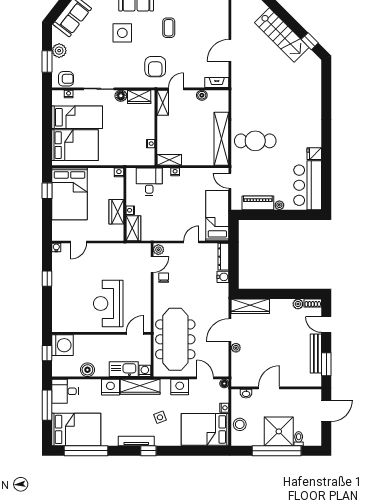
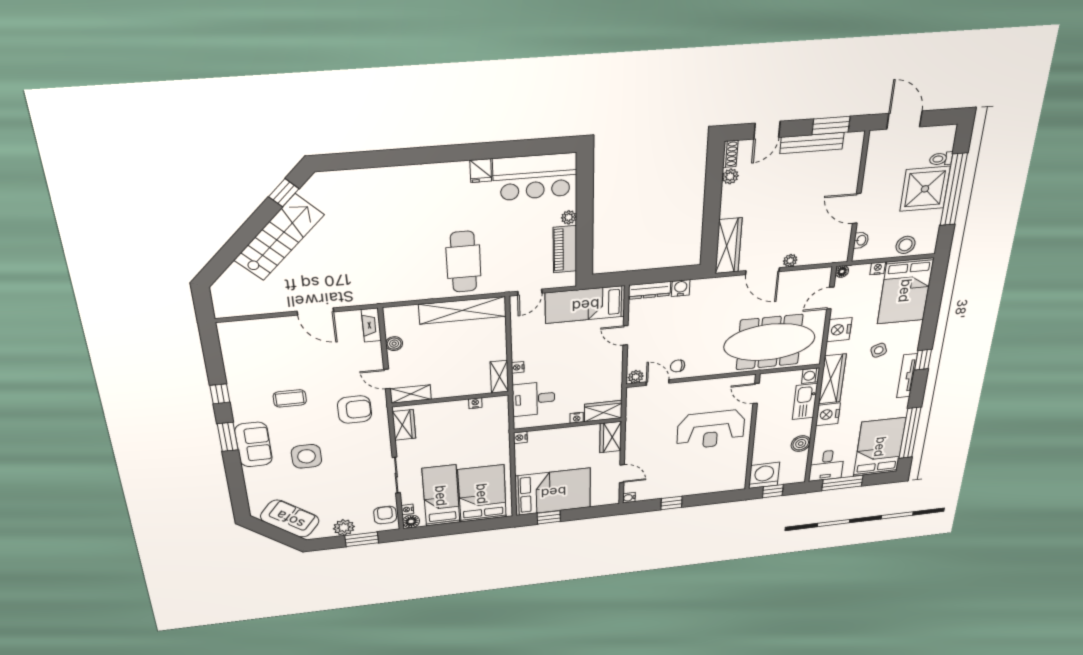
floor lamp: (121, 96) -> (411, 521), moved
wardrobe: (116, 212) -> (611, 437), moved, turned 90

